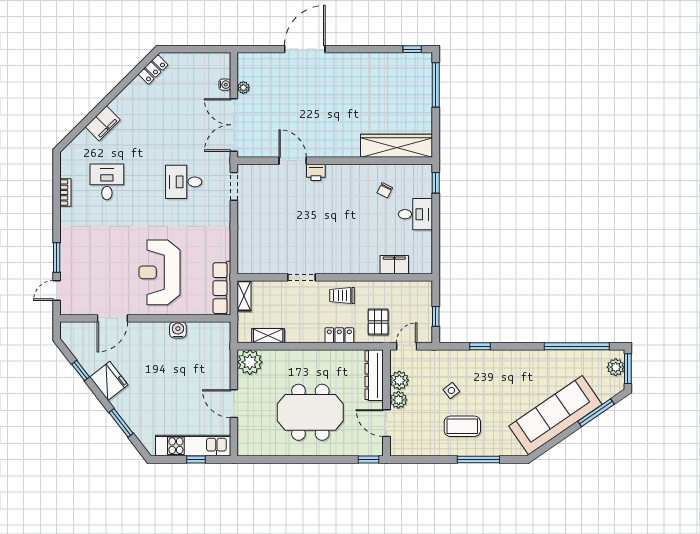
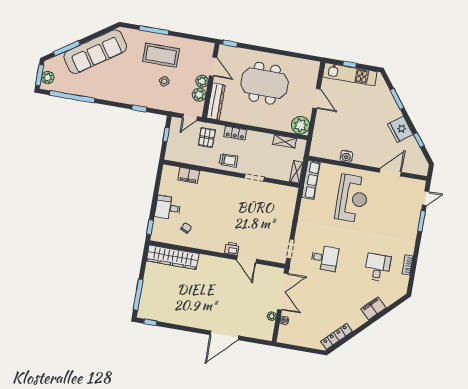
locker: (153, 70) -> (337, 336), width x1.53
desk: (107, 182) -> (378, 267), turned 180
coffee table: (462, 426) -> (161, 55), width x1.36, depth x1.32

